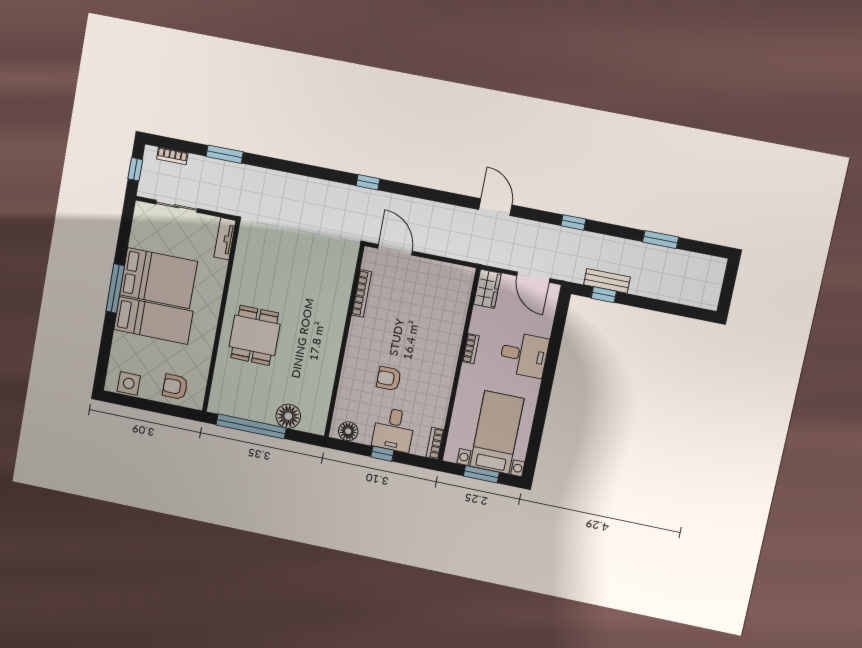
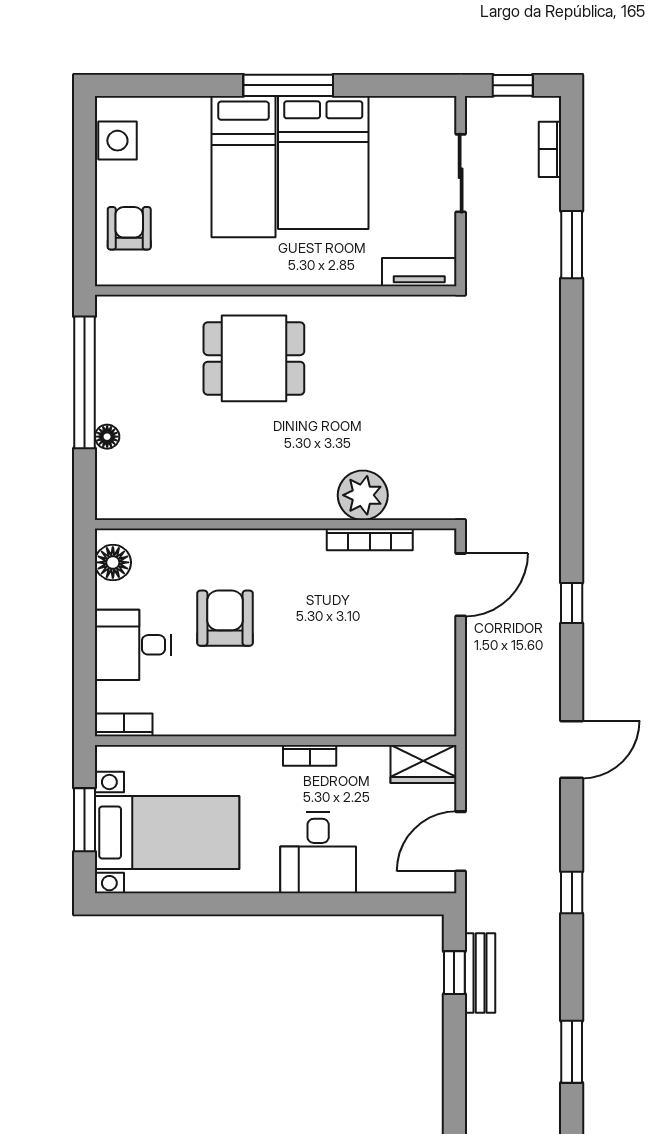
window: (368, 182) -> (572, 603), moved
plant: (337, 292) -> (363, 495), added
armchair: (389, 379) -> (225, 618), width x1.38, depth x1.38
floor lamp: (288, 416) -> (107, 437), width x0.53, depth x0.53
window: (382, 454) -> (84, 633), removed

